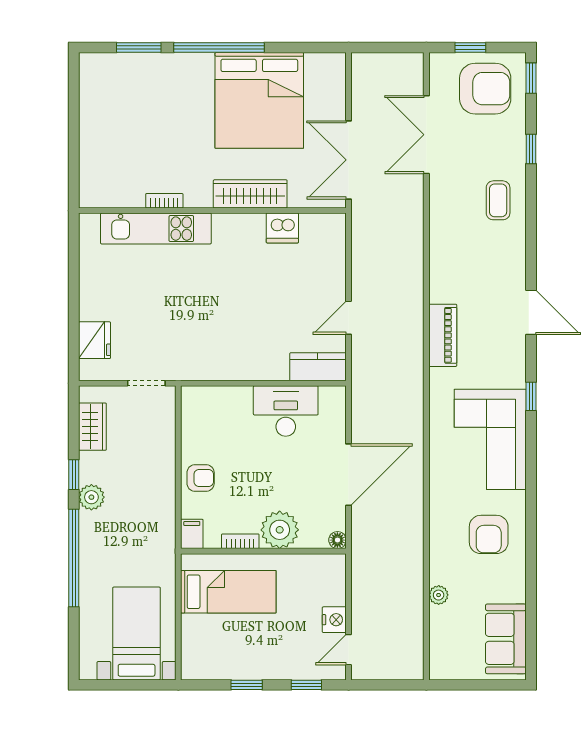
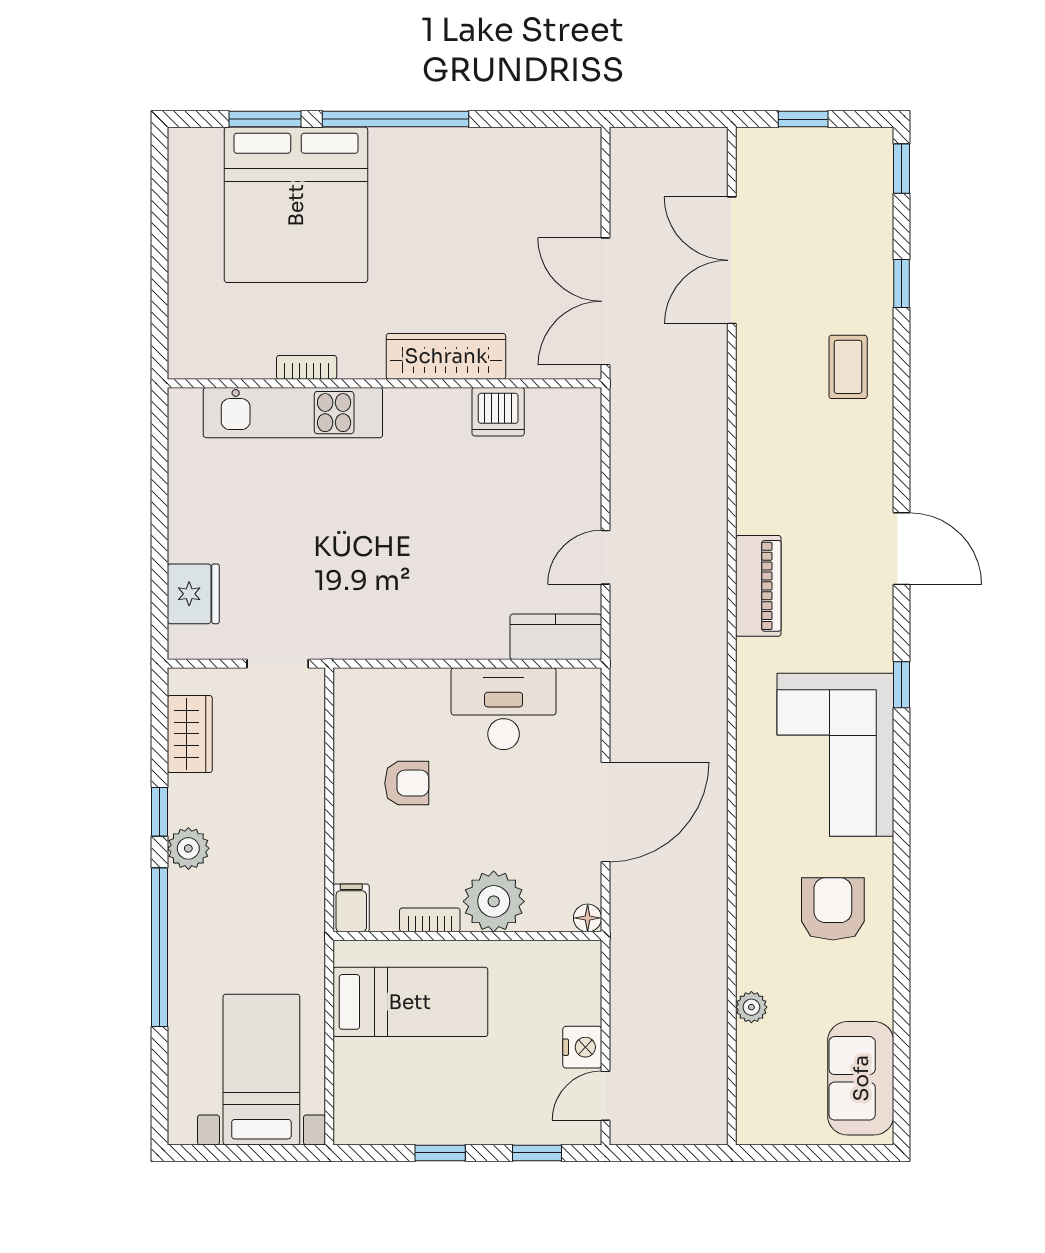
armchair: (485, 89) -> (827, 186), removed
bed: (259, 100) -> (296, 205), moved
armchair: (201, 478) -> (407, 783), moved
armchair: (489, 534) -> (833, 909), turned 180

